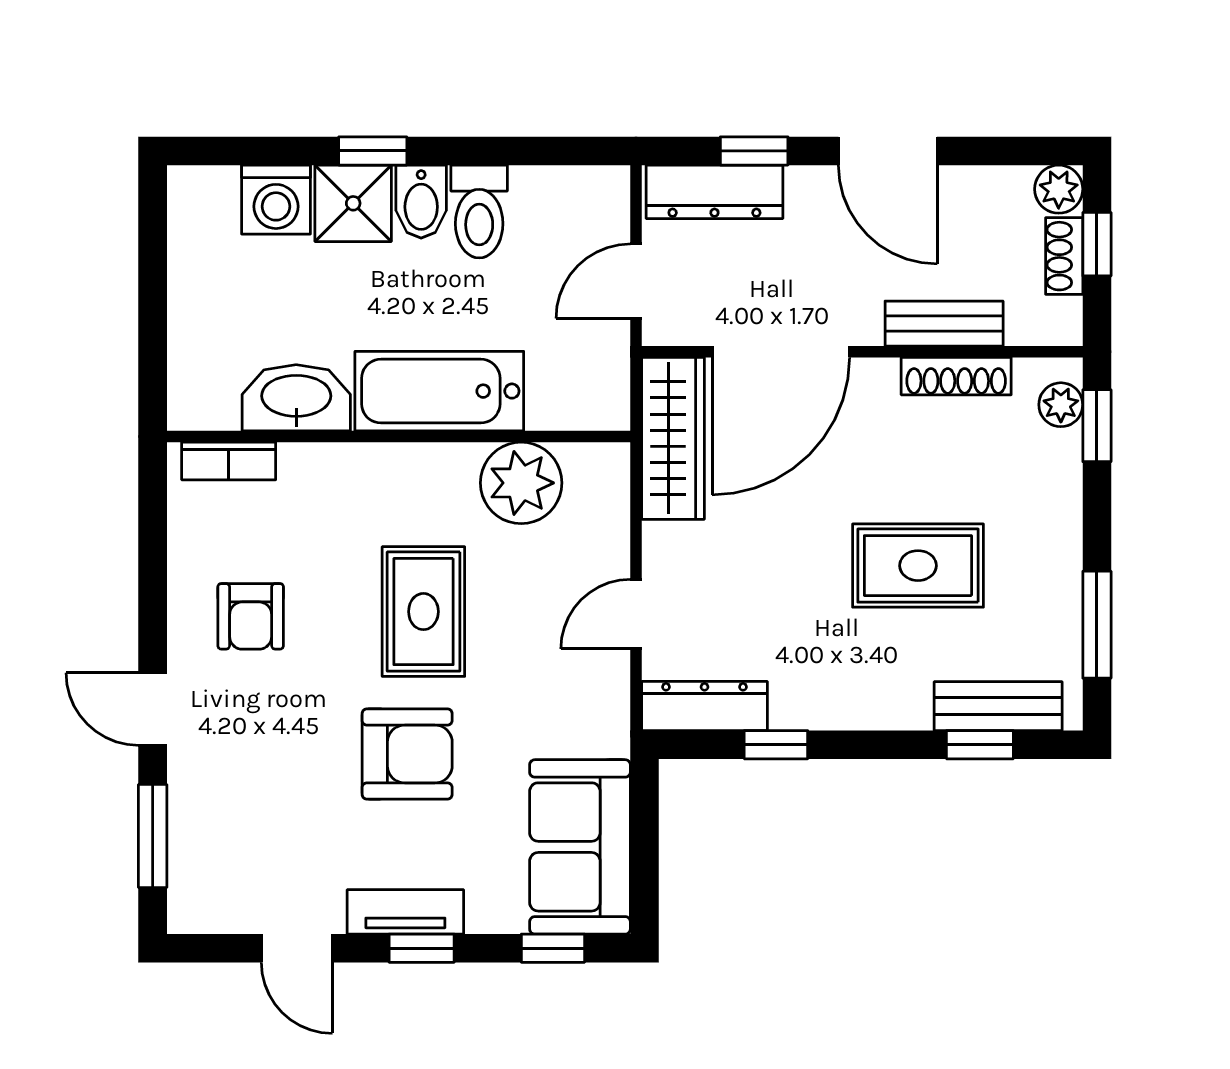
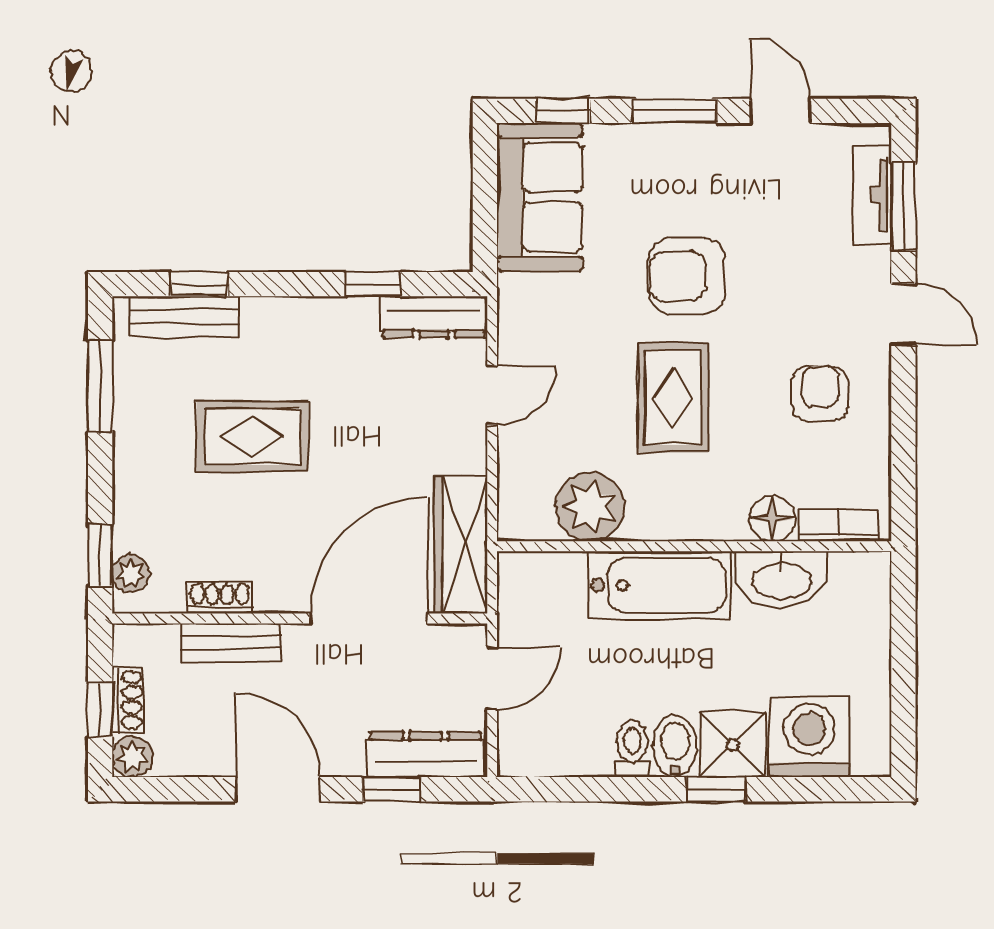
washing machine: (276, 200) -> (809, 737), width x1.37, depth x1.37
toilet: (479, 212) -> (632, 749), width x0.73, depth x0.72
shoe rack: (956, 376) -> (220, 598), width x0.70
floor lamp: (307, 469) -> (772, 519), added
tv unit: (405, 912) -> (872, 195), moved, turned 90
window: (422, 948) -> (675, 111), width x1.50

